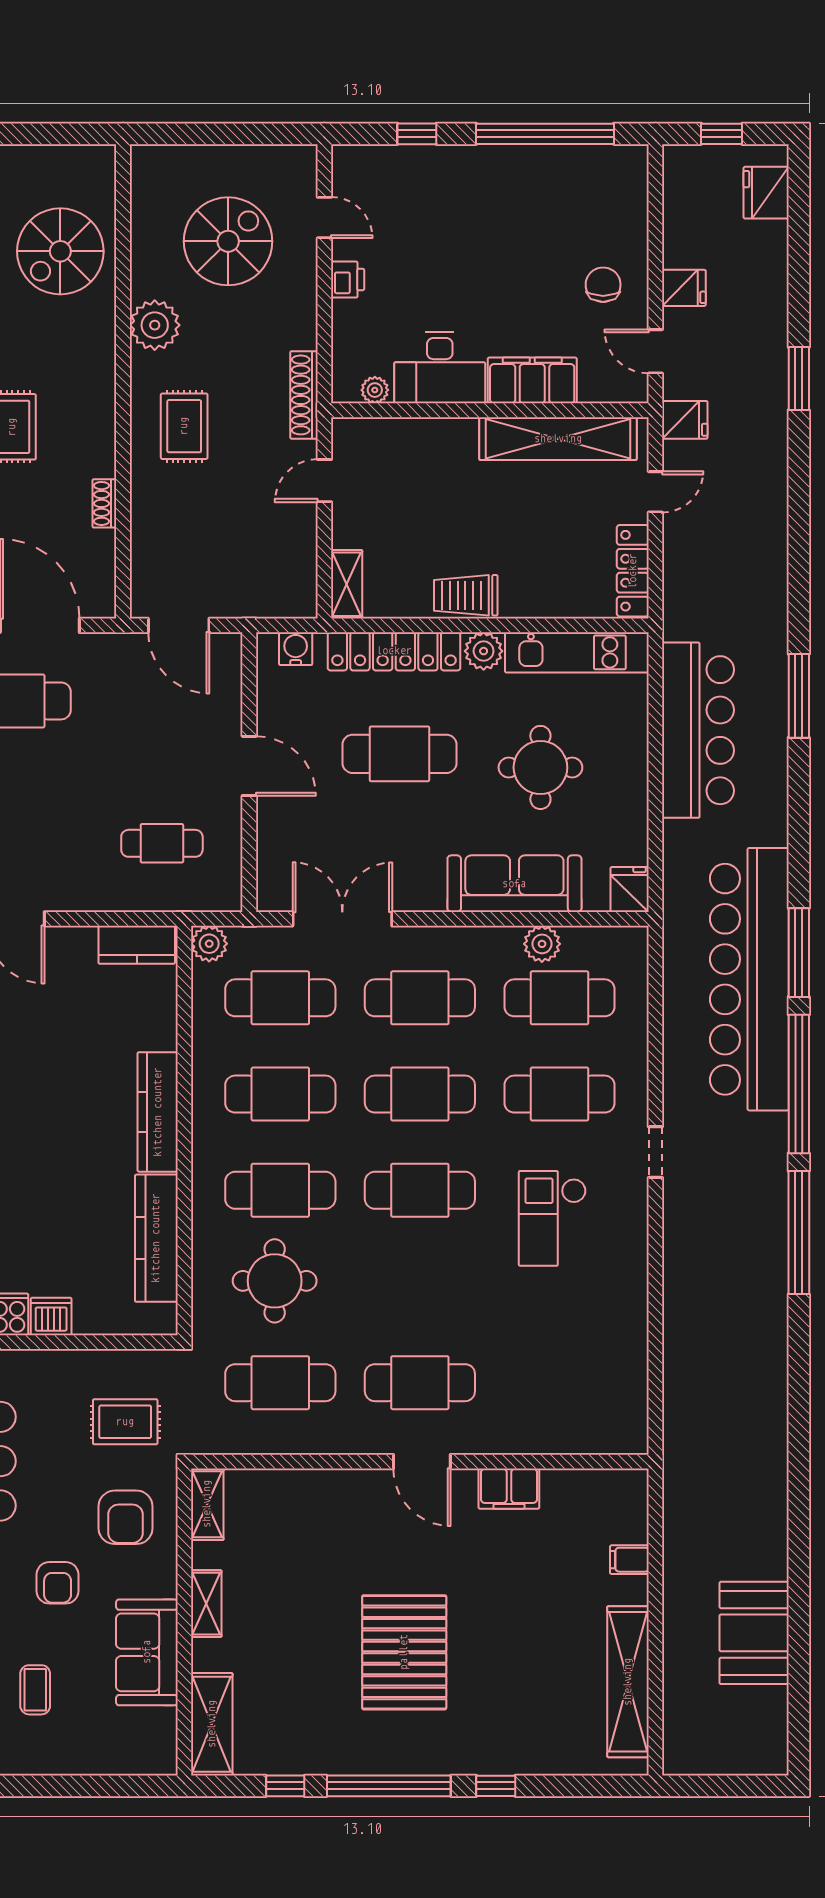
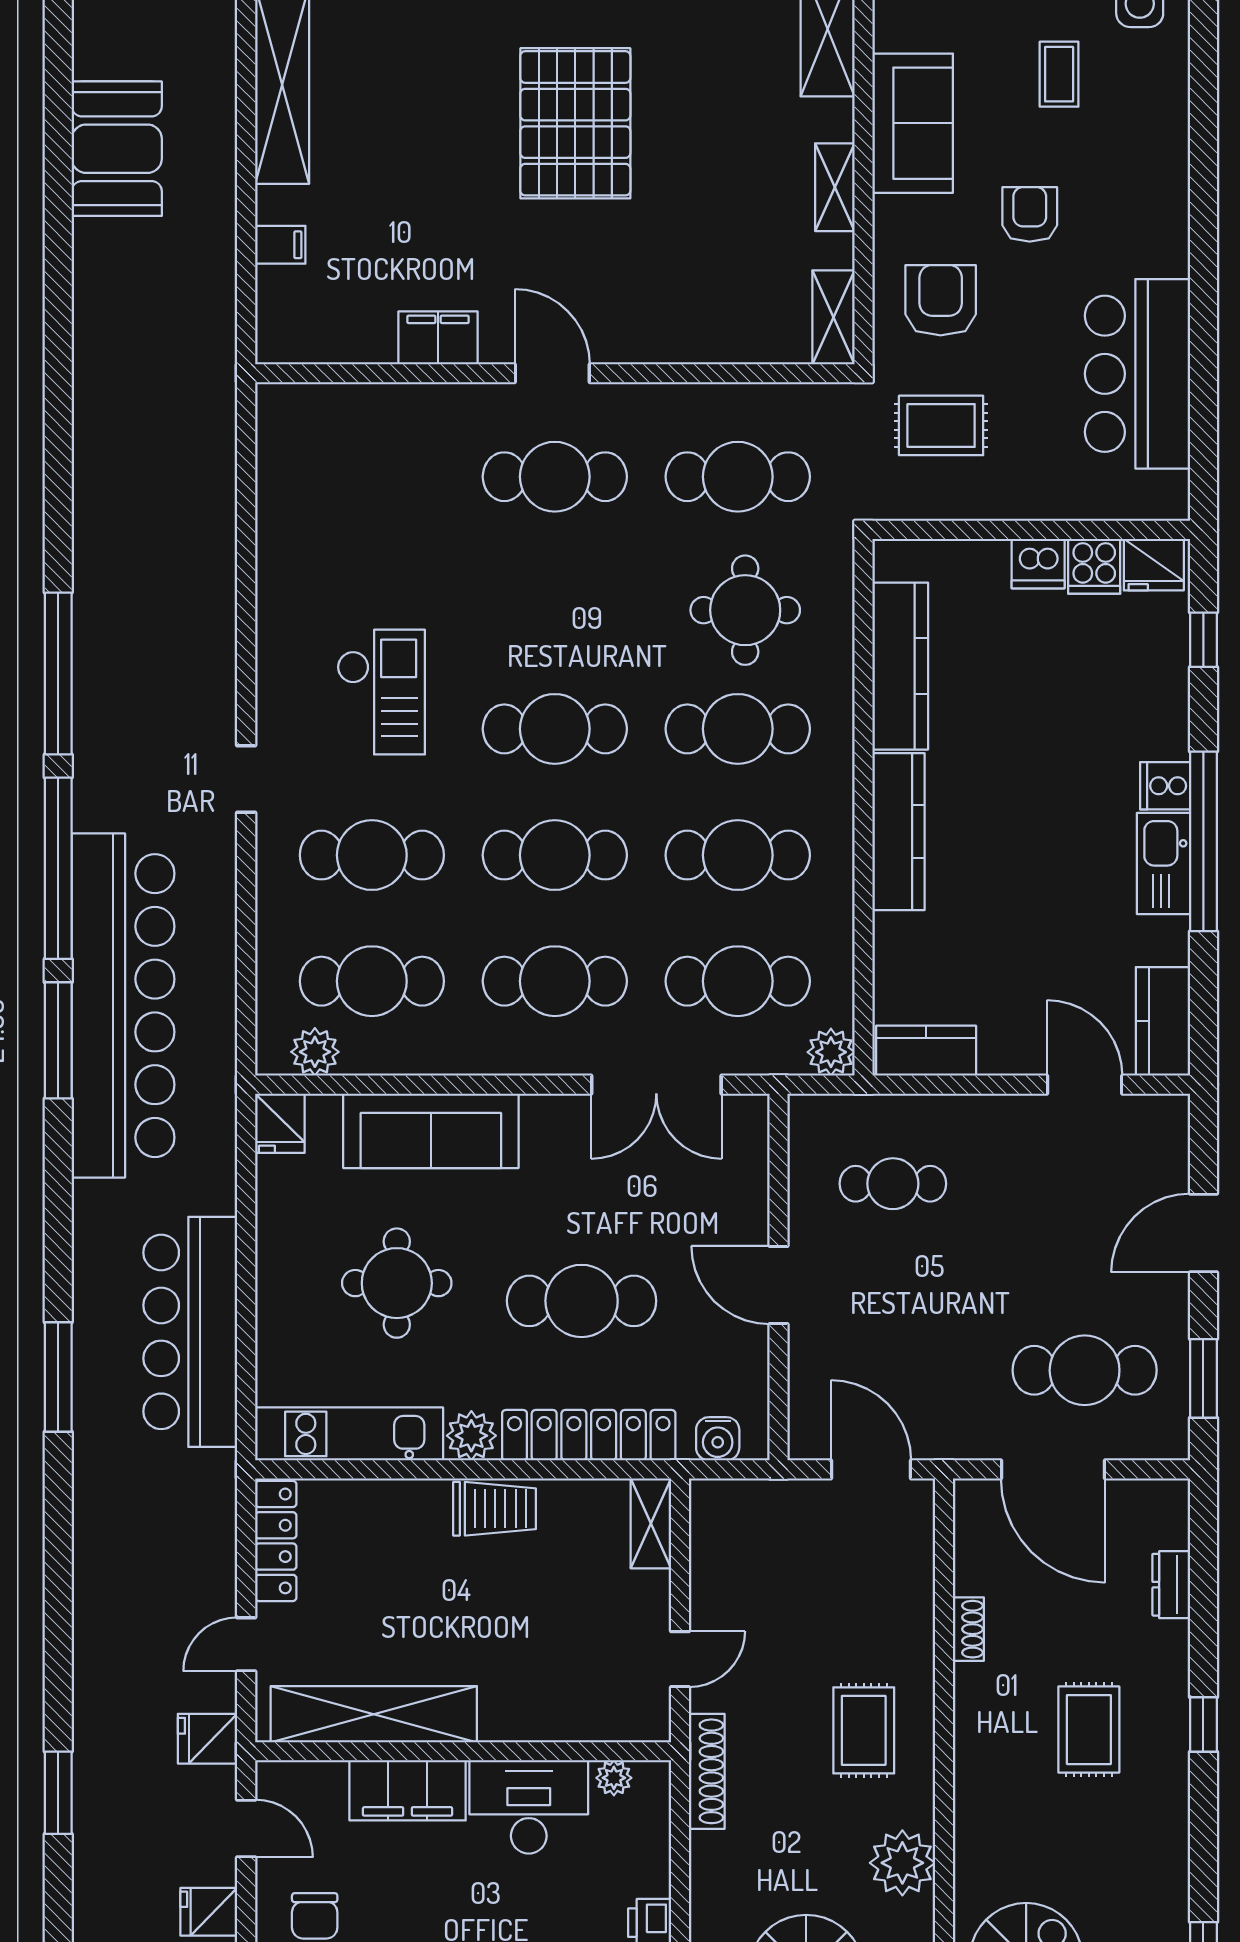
plant: (542, 944) -> (315, 1052), moved

